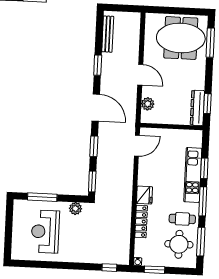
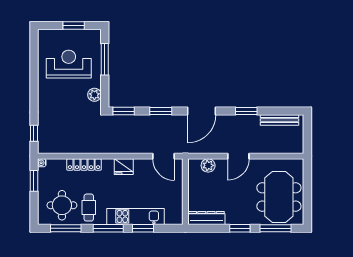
window: (207, 104) -> (240, 228), moved
fridge: (144, 195) -> (124, 167), moved
window: (9, 225) -> (74, 26), added

